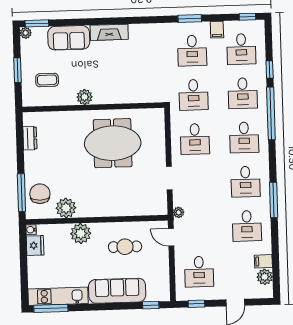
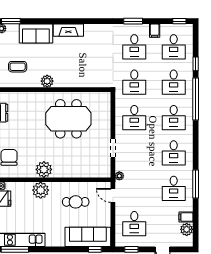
window: (274, 200) -> (196, 184), moved
plant: (66, 208) -> (44, 169), moved
sofa: (117, 291) -> (88, 237), moved

